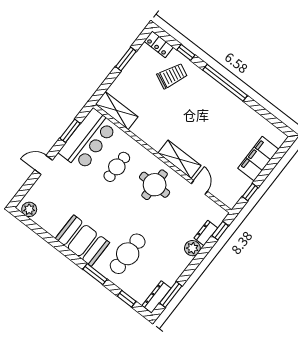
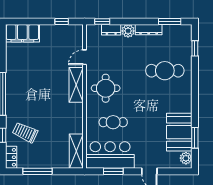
window: (126, 59) -> (38, 171), width x1.44
filing cabinet: (258, 159) -> (22, 33), moved
booth: (82, 241) -> (179, 132), moved
window: (95, 274) -> (195, 138), moved
dresser: (156, 297) -> (149, 30), moved

